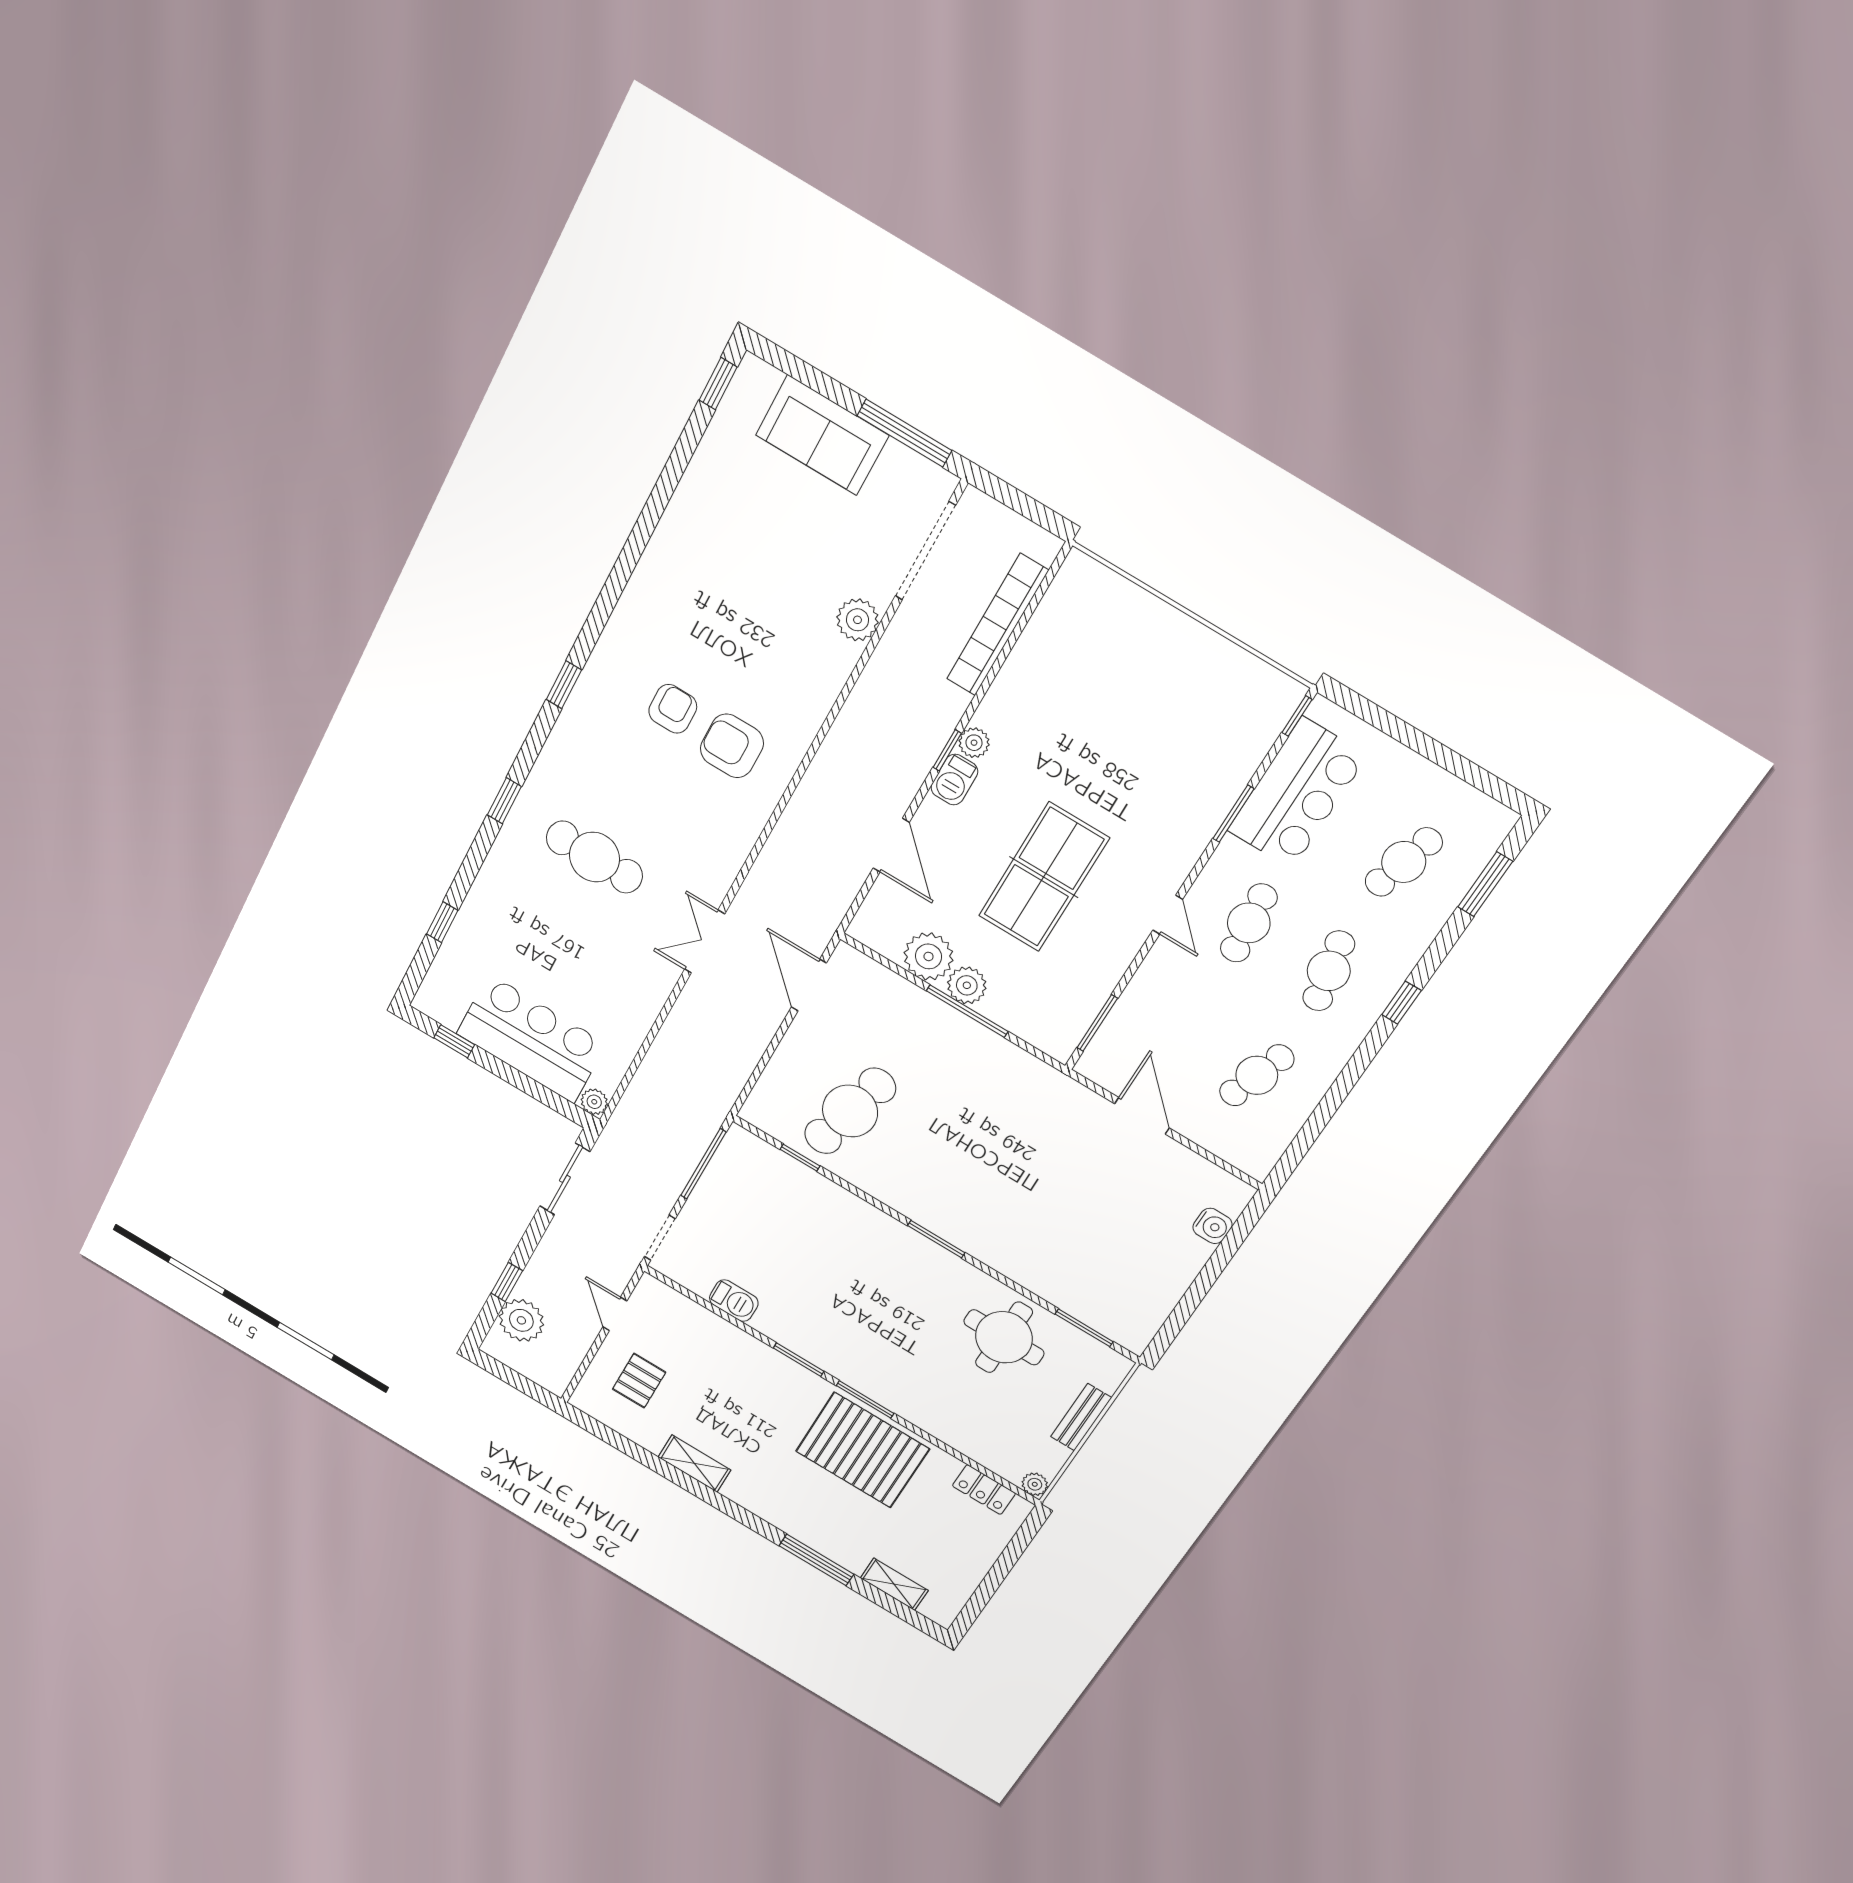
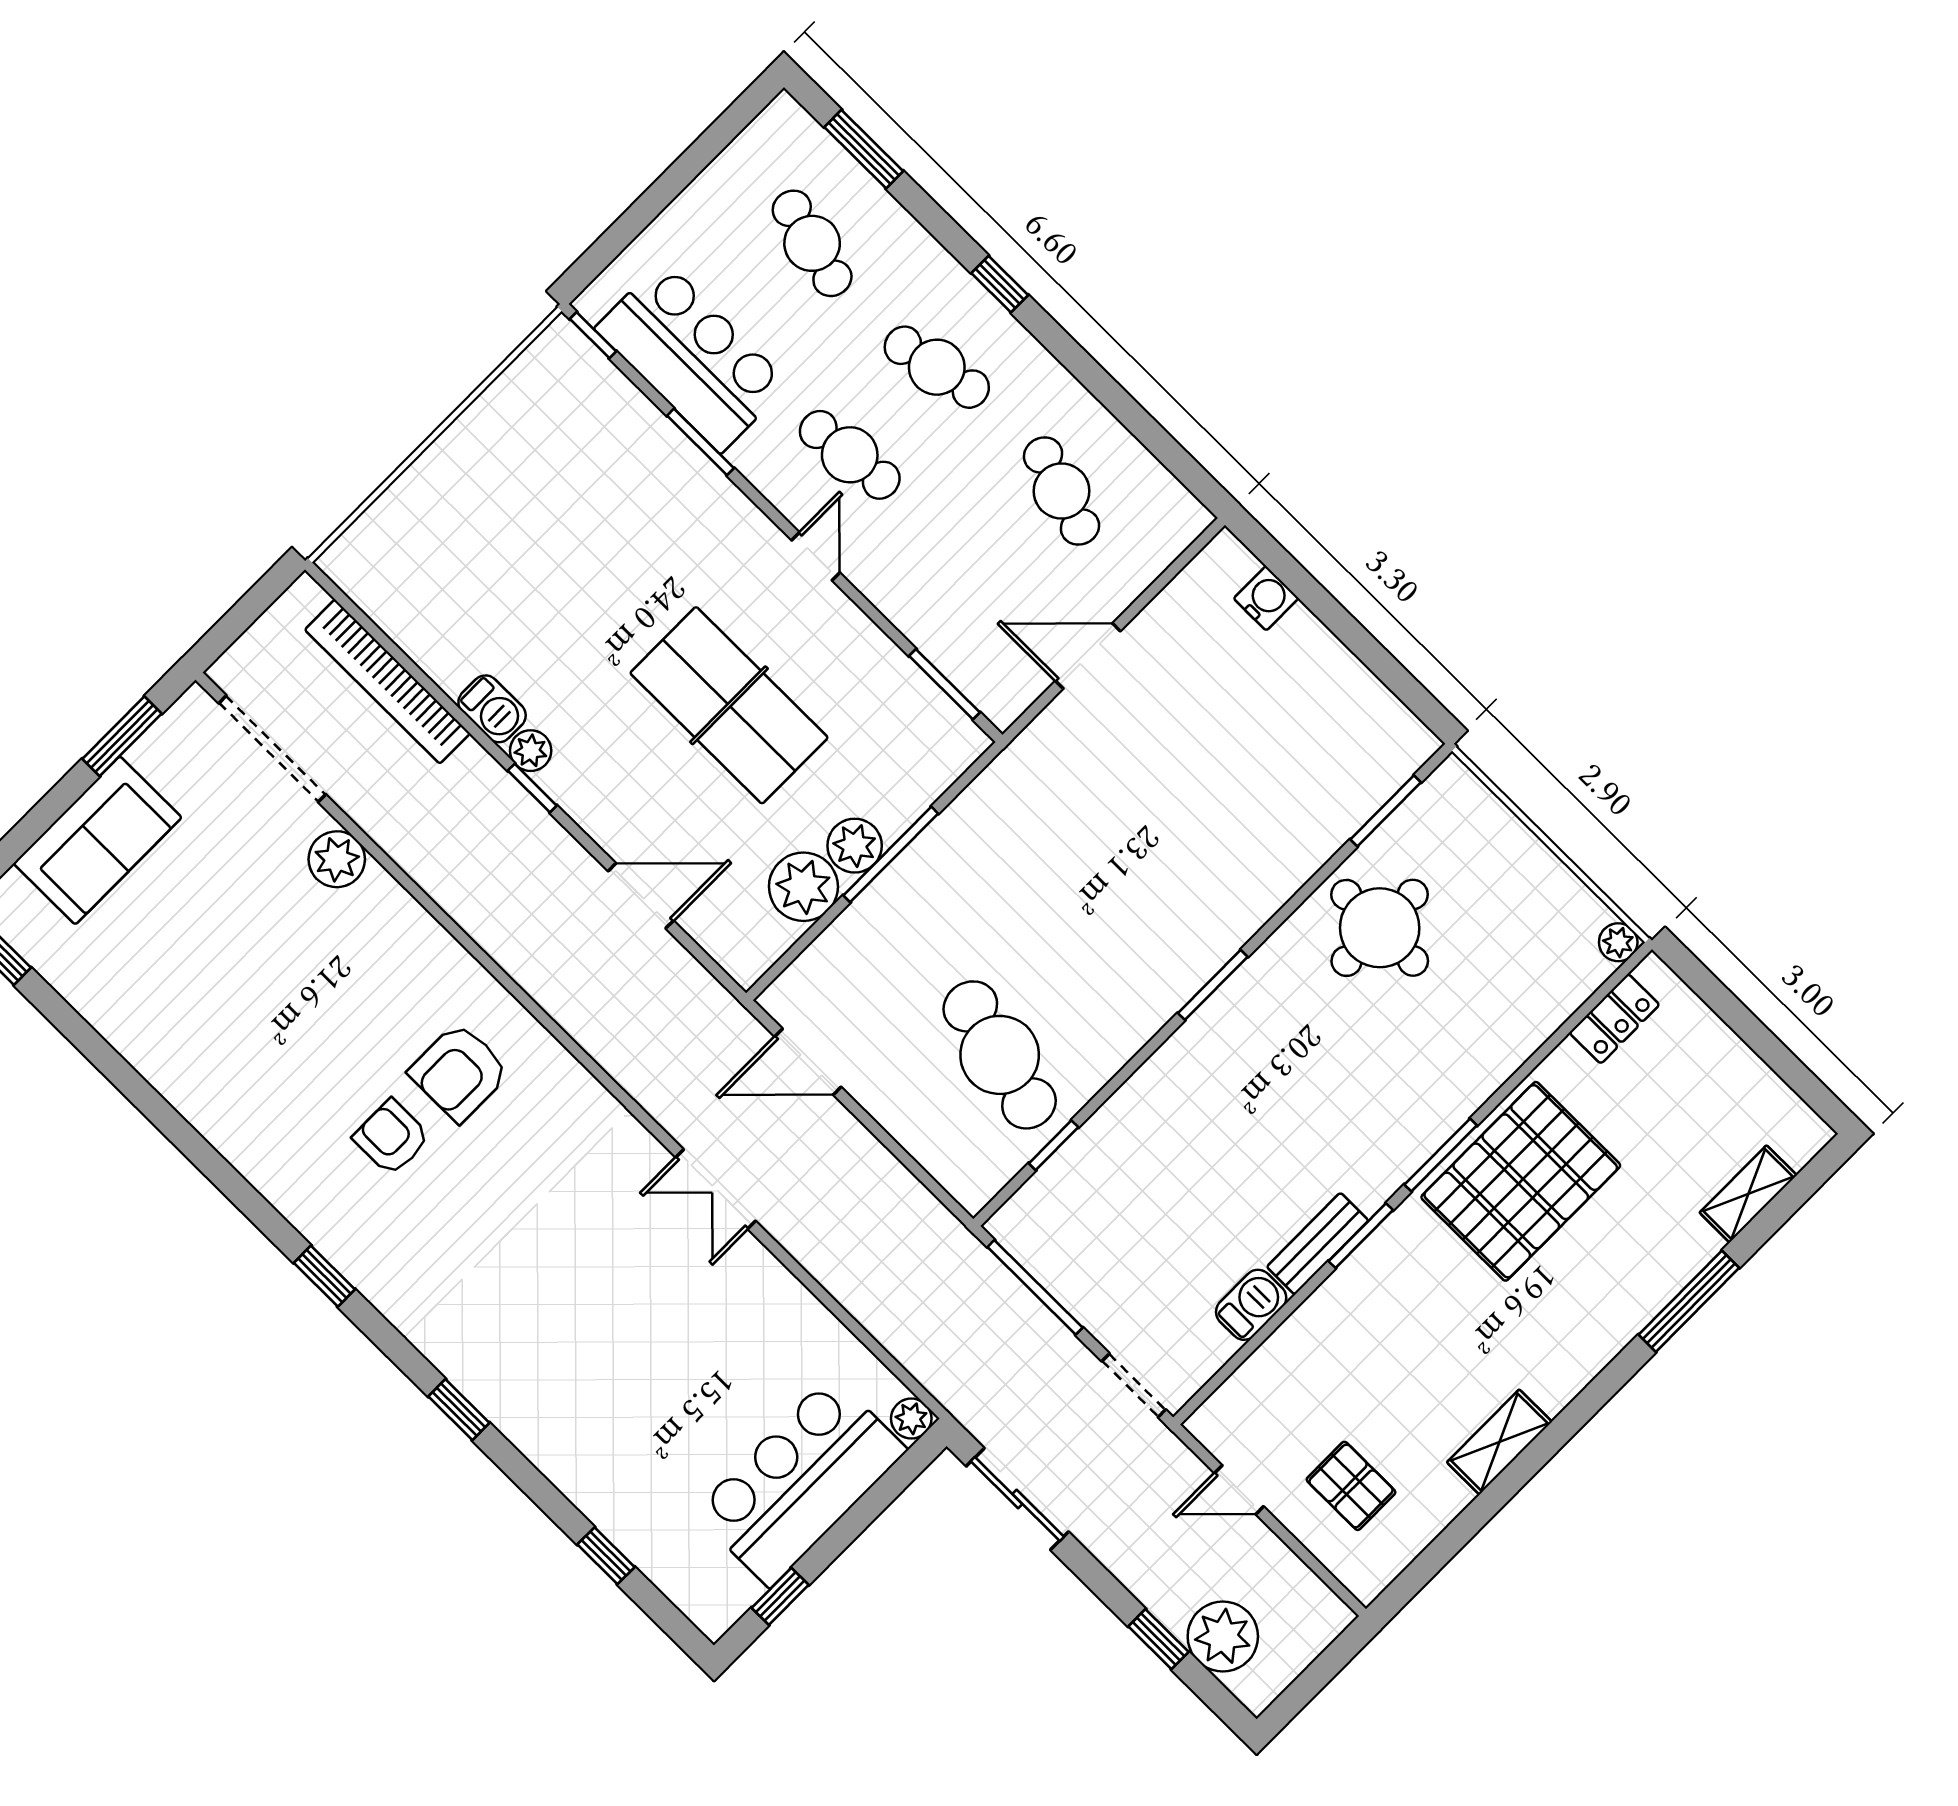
window: (904, 433) -> (122, 736), width x0.69
barbecue: (954, 780) -> (492, 709), moved
cafe table: (594, 857) -> (564, 1308), removed
door: (1168, 915) -> (816, 556), hinge flipped
bench: (1081, 1417) -> (1318, 1244), moved, turned 90

